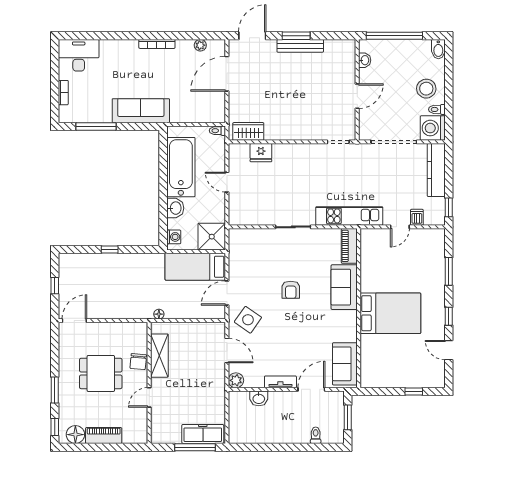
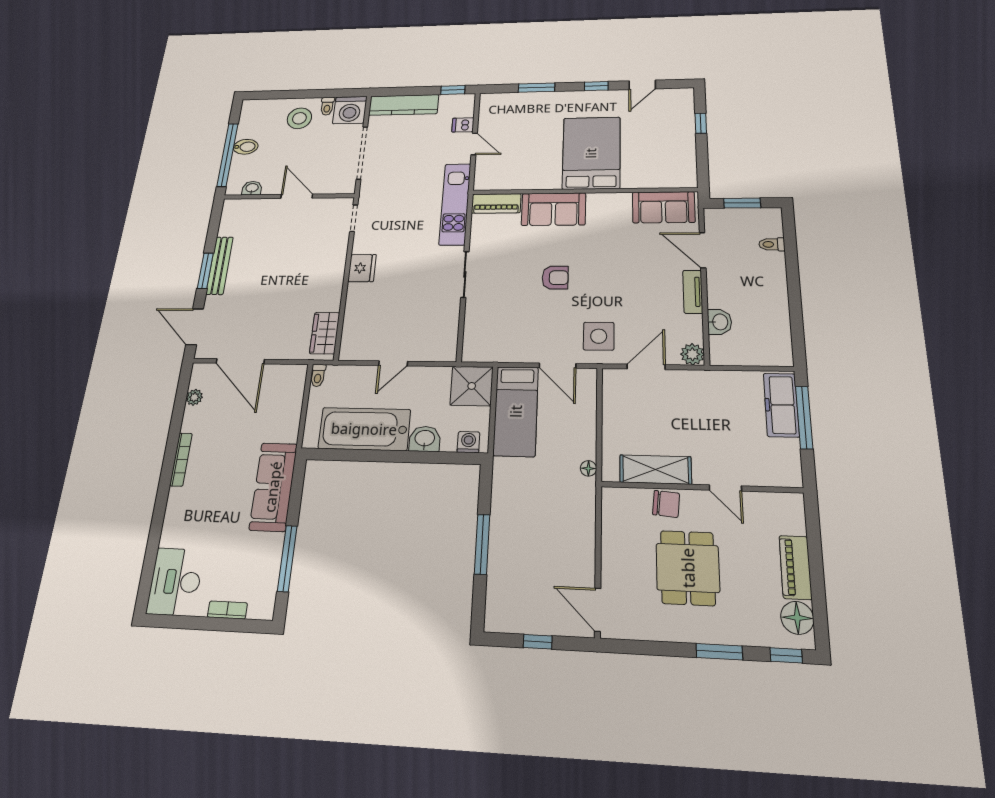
bidet: (438, 49) -> (246, 147), moved
fridge: (261, 153) -> (362, 268), moved
window: (110, 250) -> (482, 544), width x2.17
side table: (248, 320) -> (599, 336), turned -35

